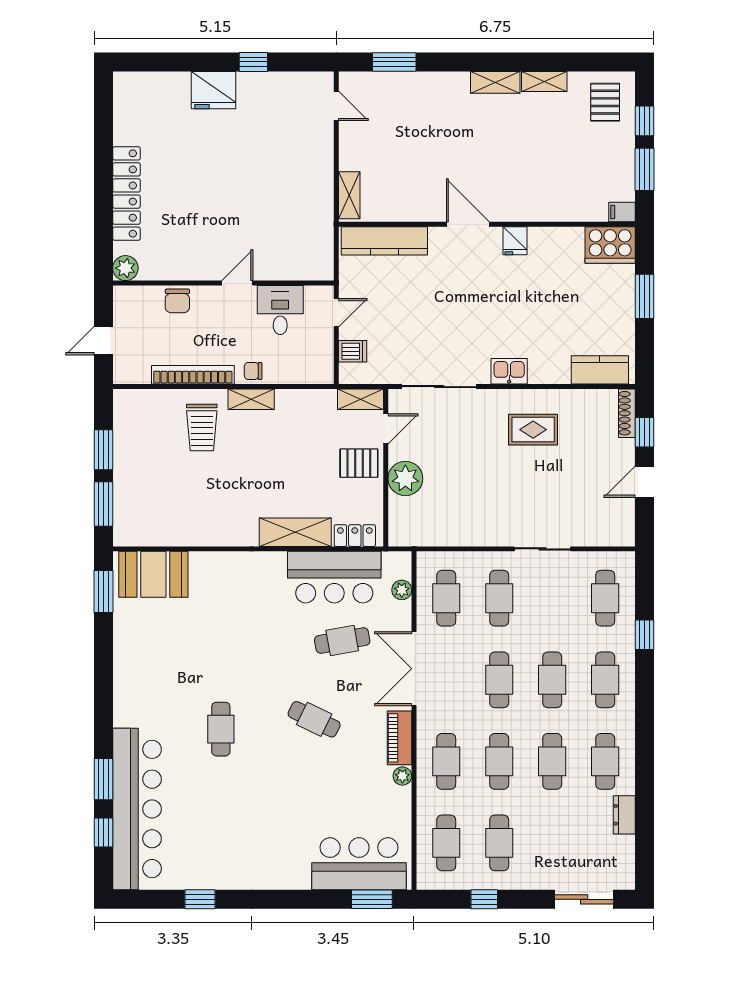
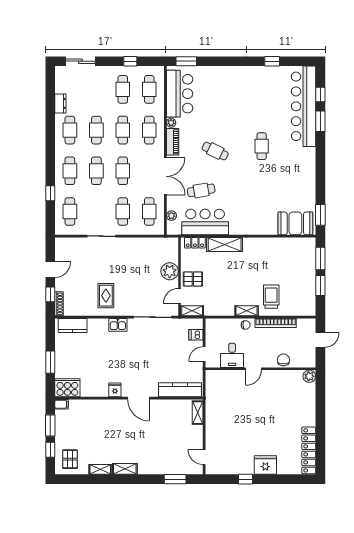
locker: (126, 194) -> (309, 450), moved
rug: (533, 430) -> (106, 296), turned 90
bar counter: (359, 864) -> (180, 94), moved, turned -90

